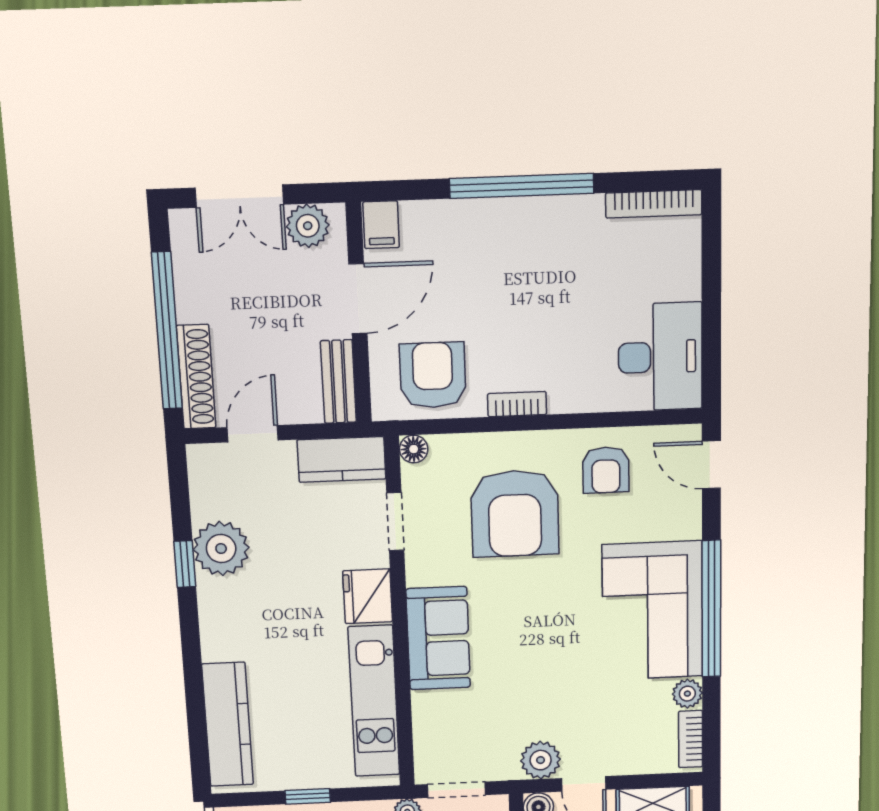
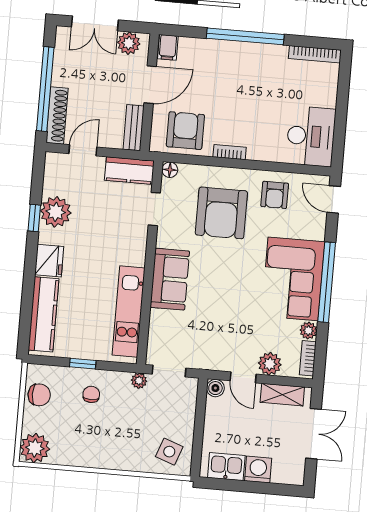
fridge: (368, 596) -> (49, 261), moved, turned 180
plant: (541, 760) -> (270, 364), moved

